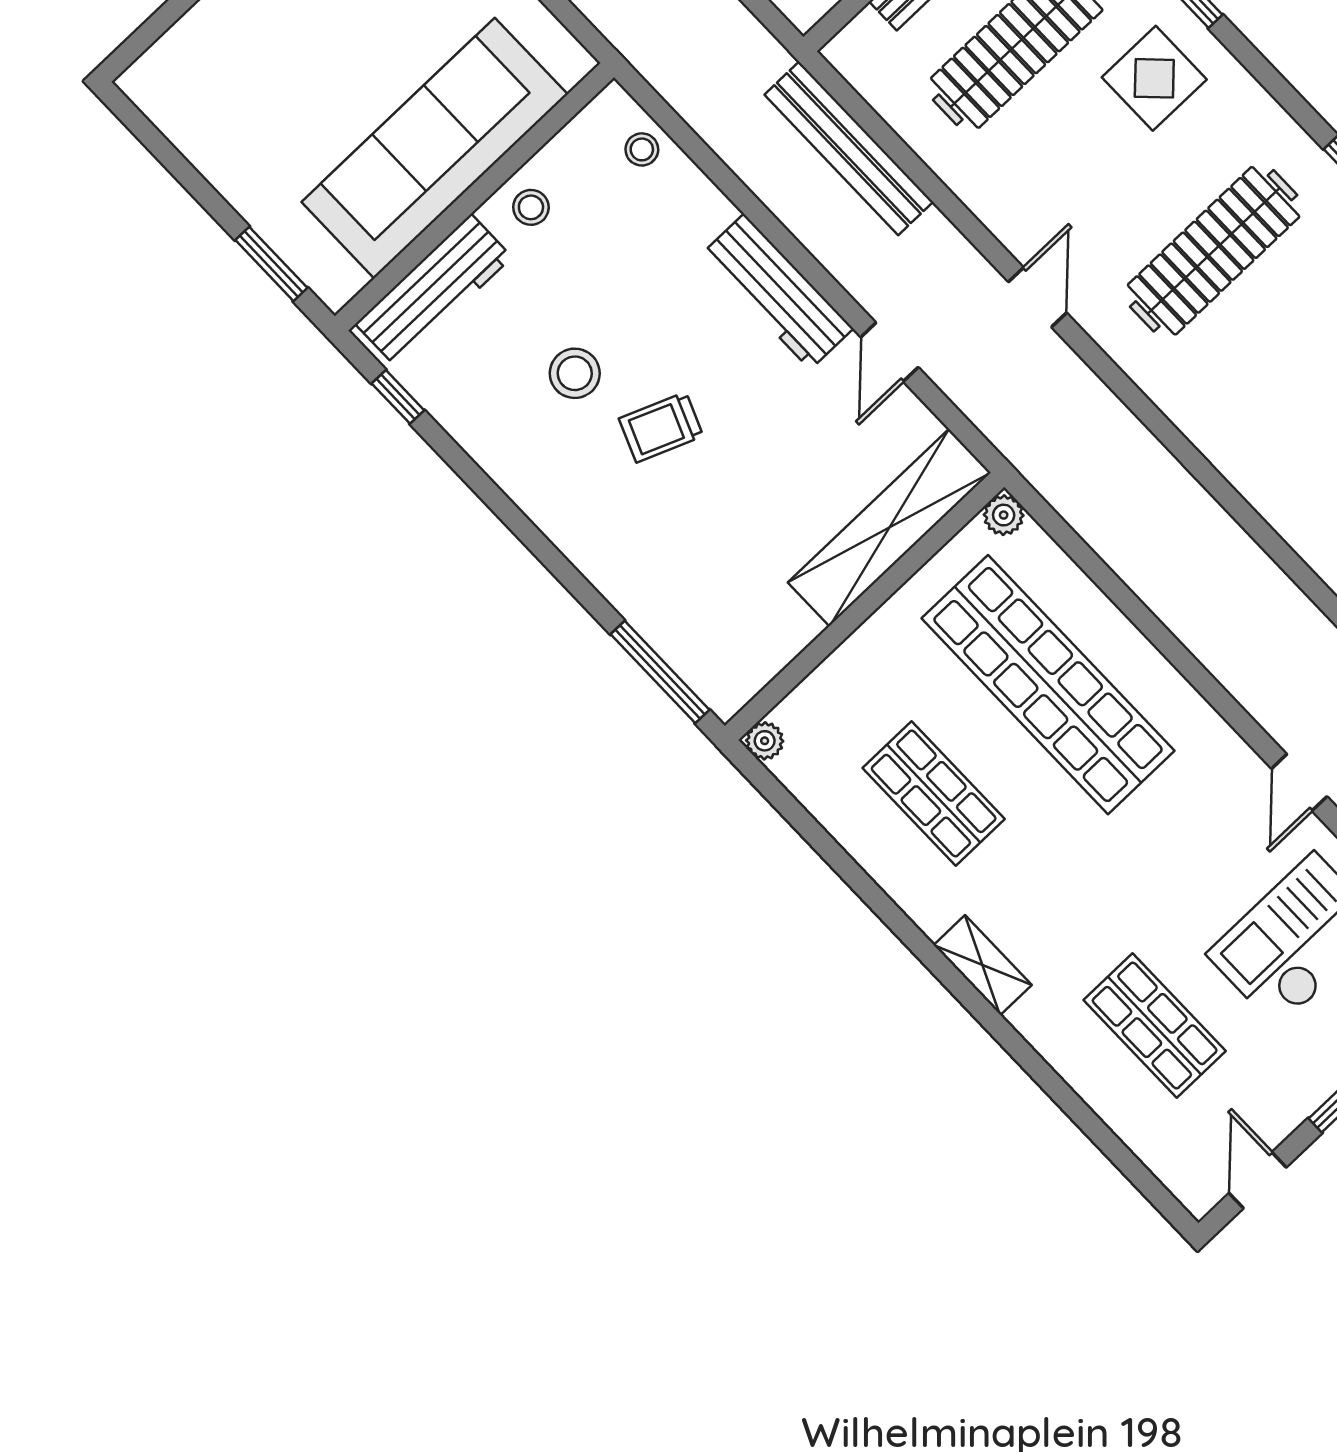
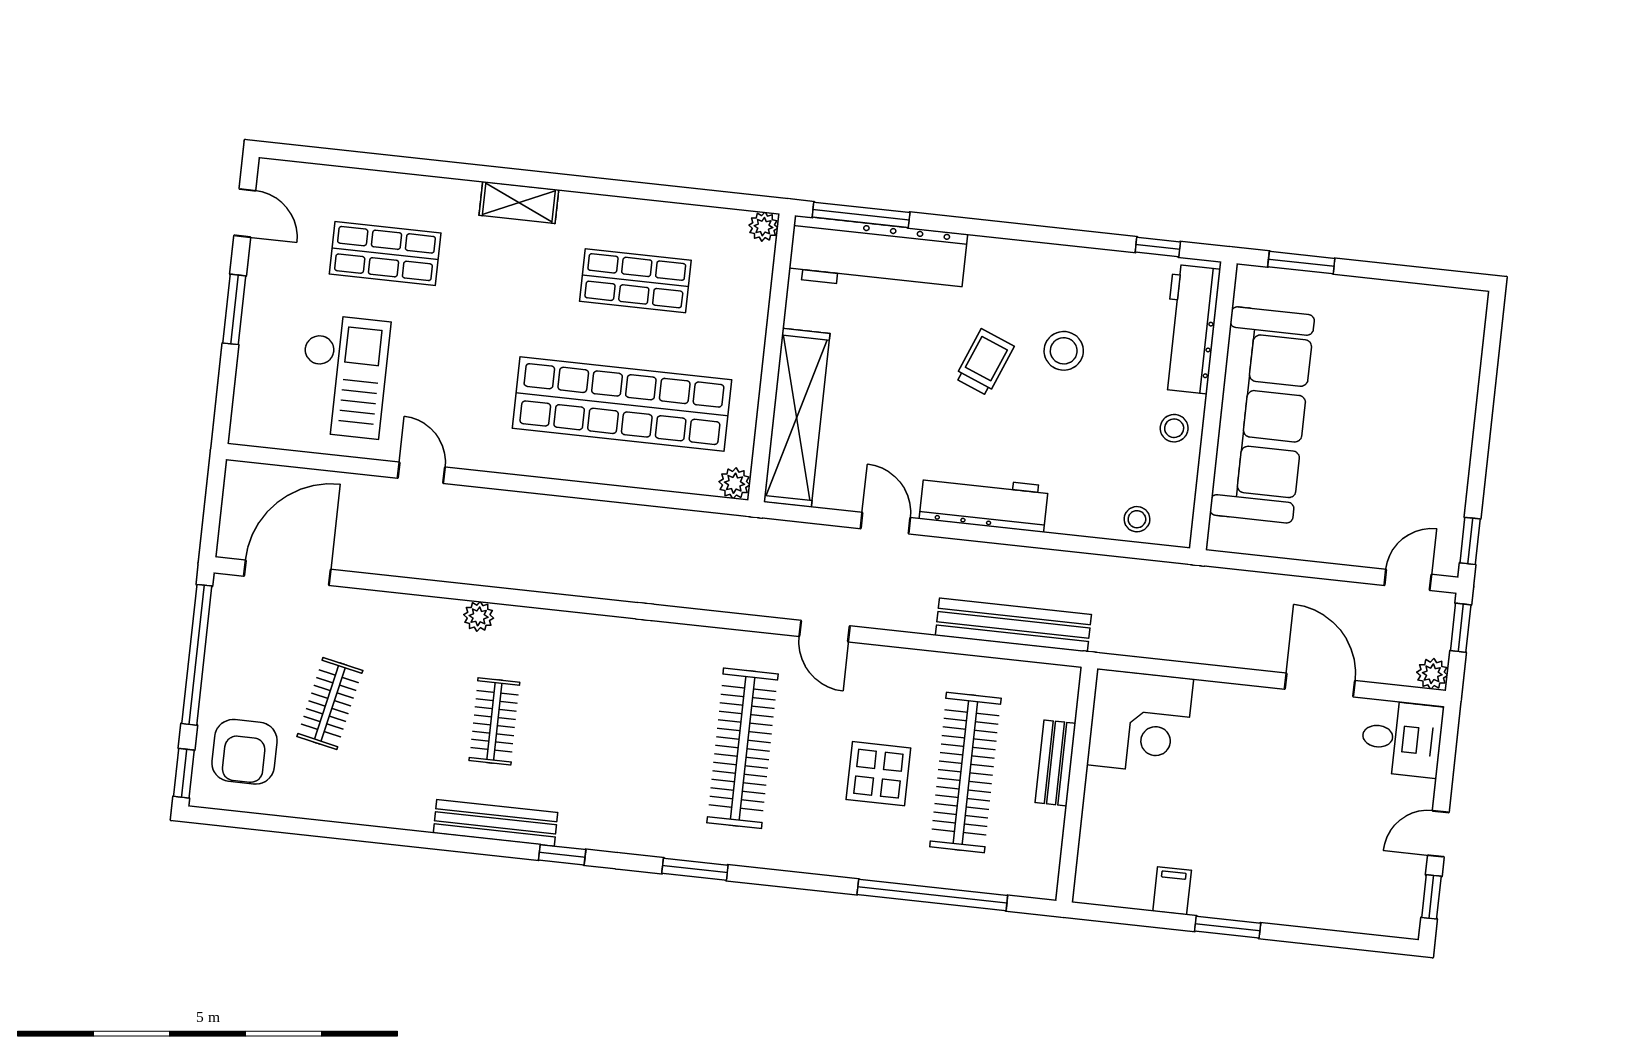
display table: (1154, 78) -> (878, 774), moved
workbench: (678, 618) -> (878, 256), added

